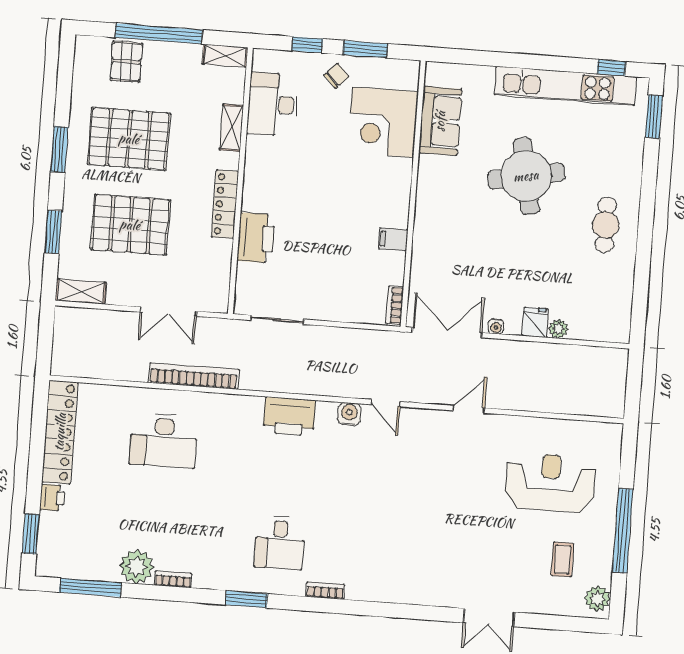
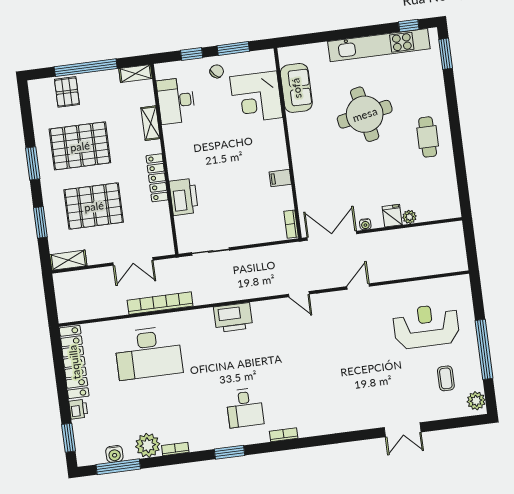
water cooler: (349, 414) -> (114, 454), moved, turned 180
desk: (164, 441) -> (148, 353), width x1.36, depth x1.30

